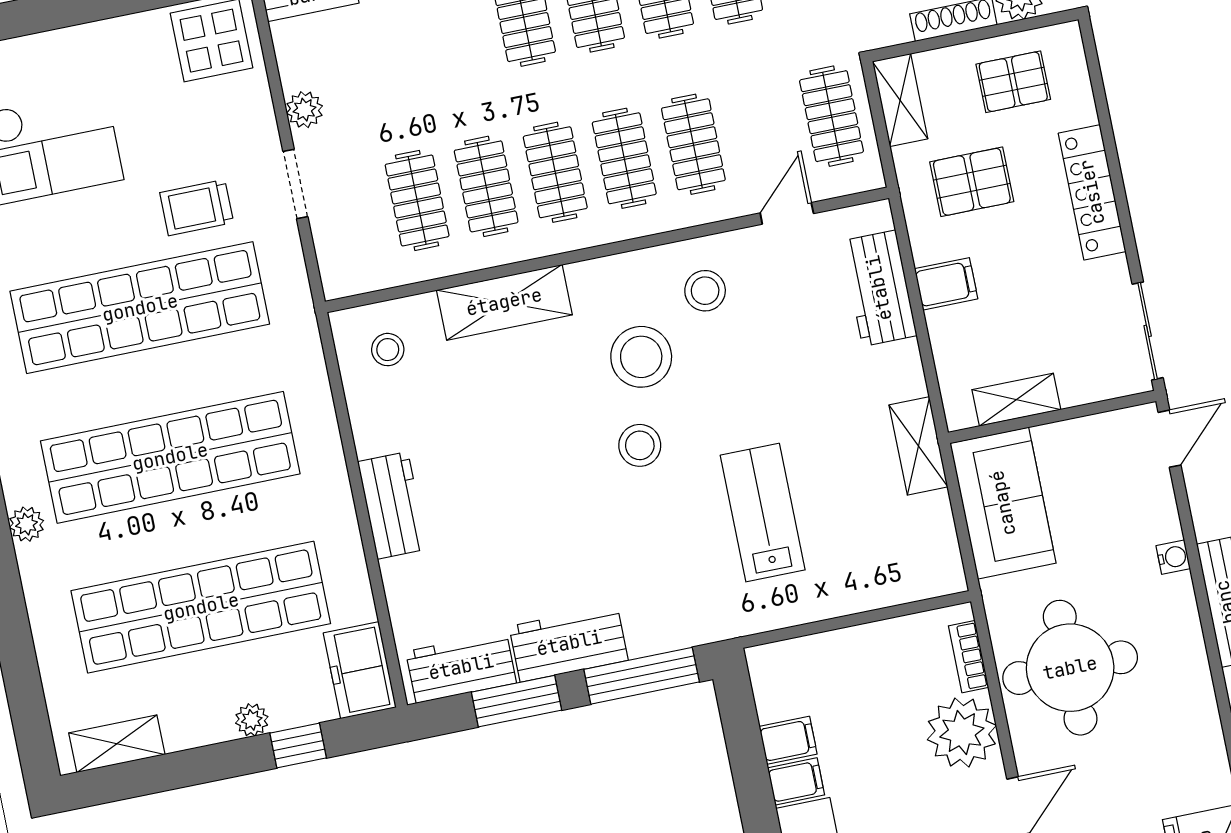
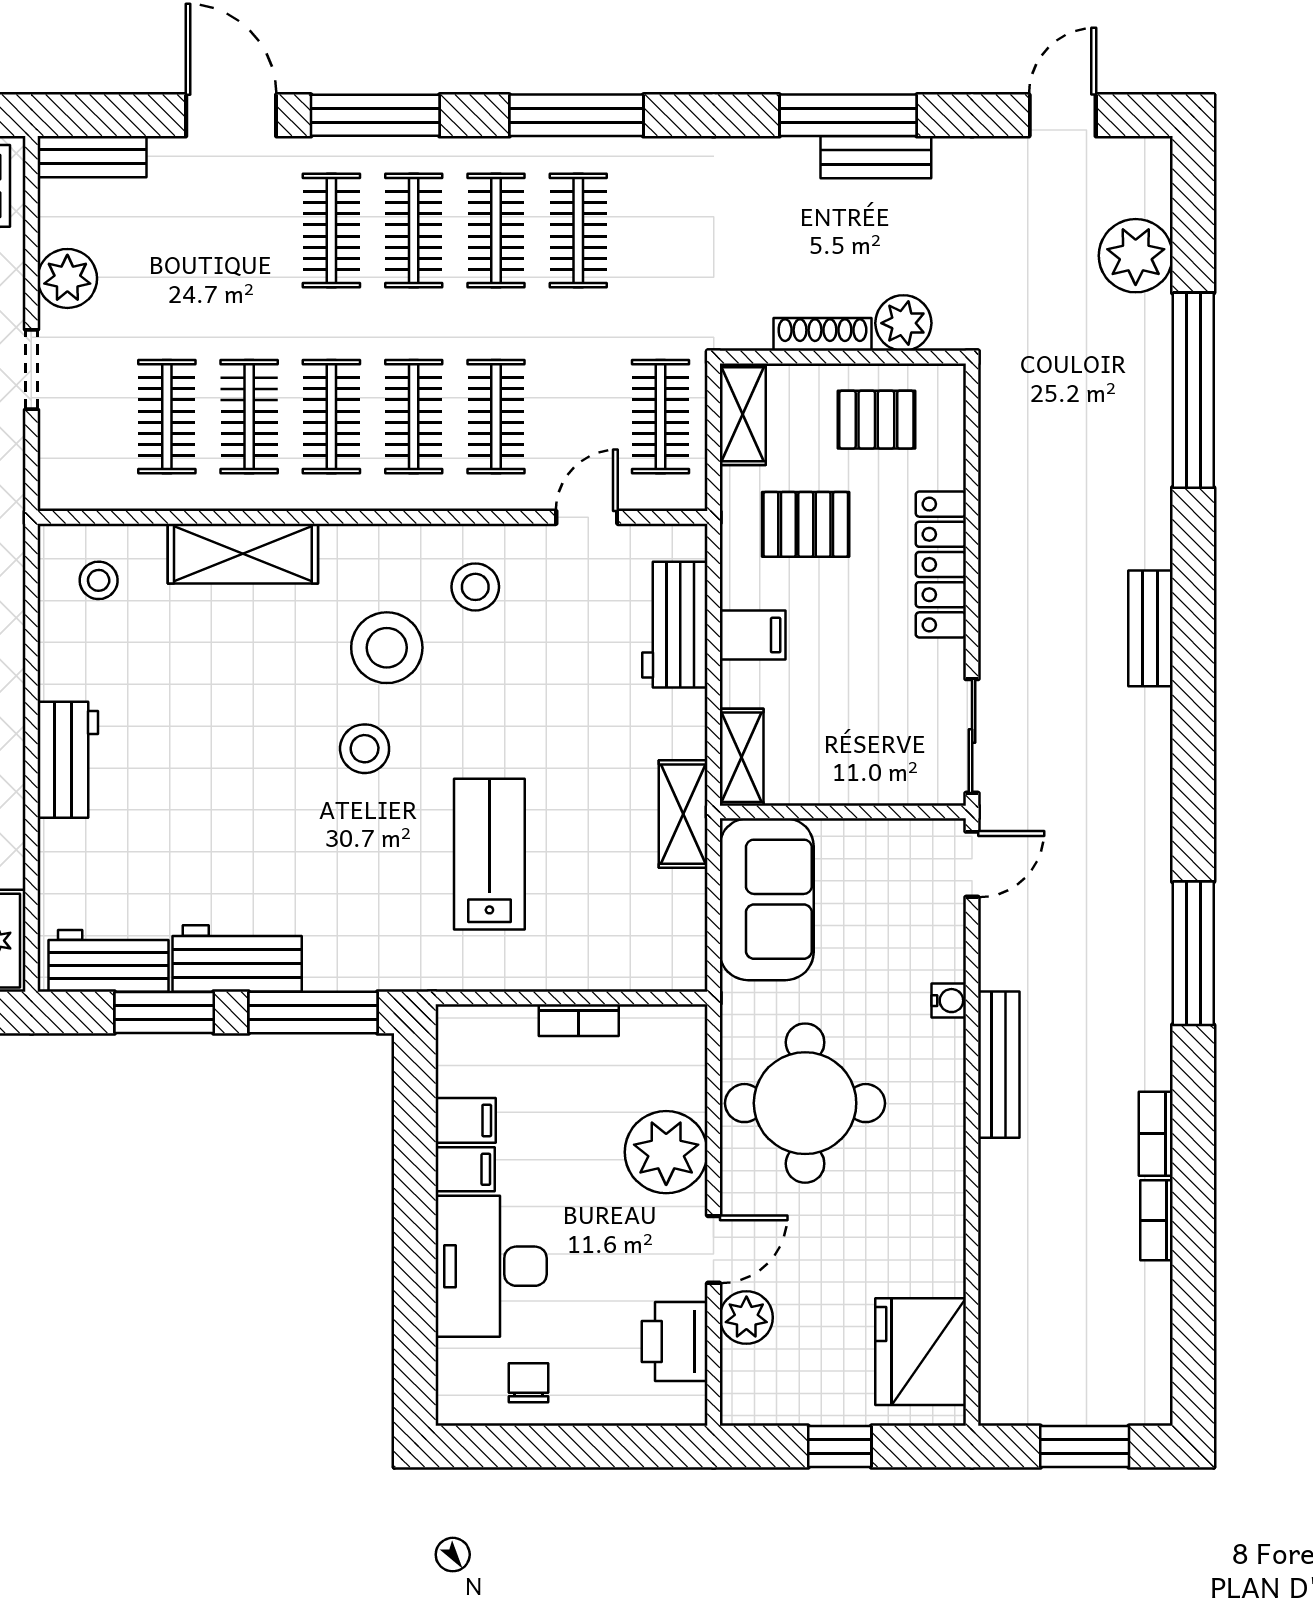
plant: (304, 110) -> (67, 278), width x1.38, depth x1.38
shelving: (1016, 400) -> (742, 757), moved, turned 90
bookcase: (969, 657) -> (579, 1020), moved, turned -90

